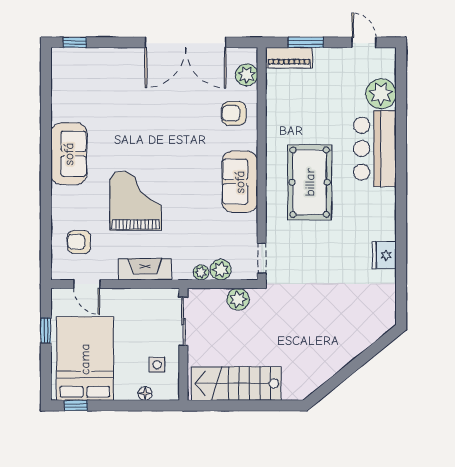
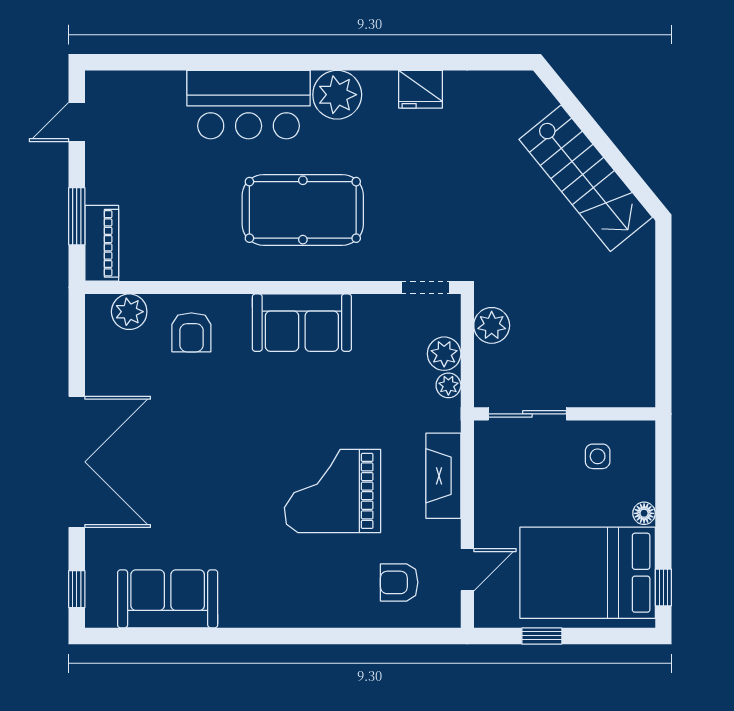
double door: (186, 42) -> (77, 462), moved
plant: (381, 94) -> (337, 95), moved
sofa: (69, 154) -> (168, 599), moved
armchair: (79, 242) -> (399, 582), turned 90
stairs: (236, 384) -> (586, 178), moved, turned -39
floor lamp: (145, 394) -> (644, 513), moved

